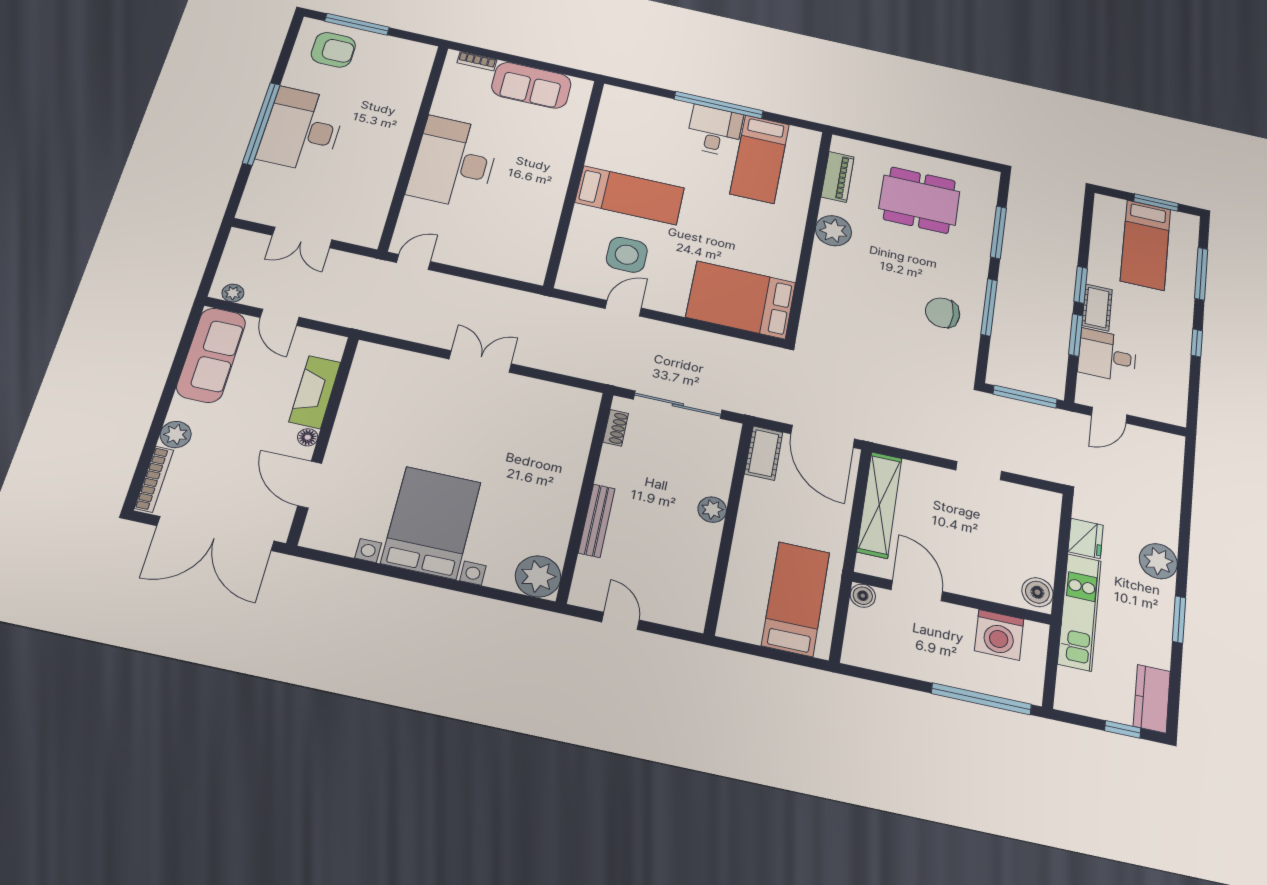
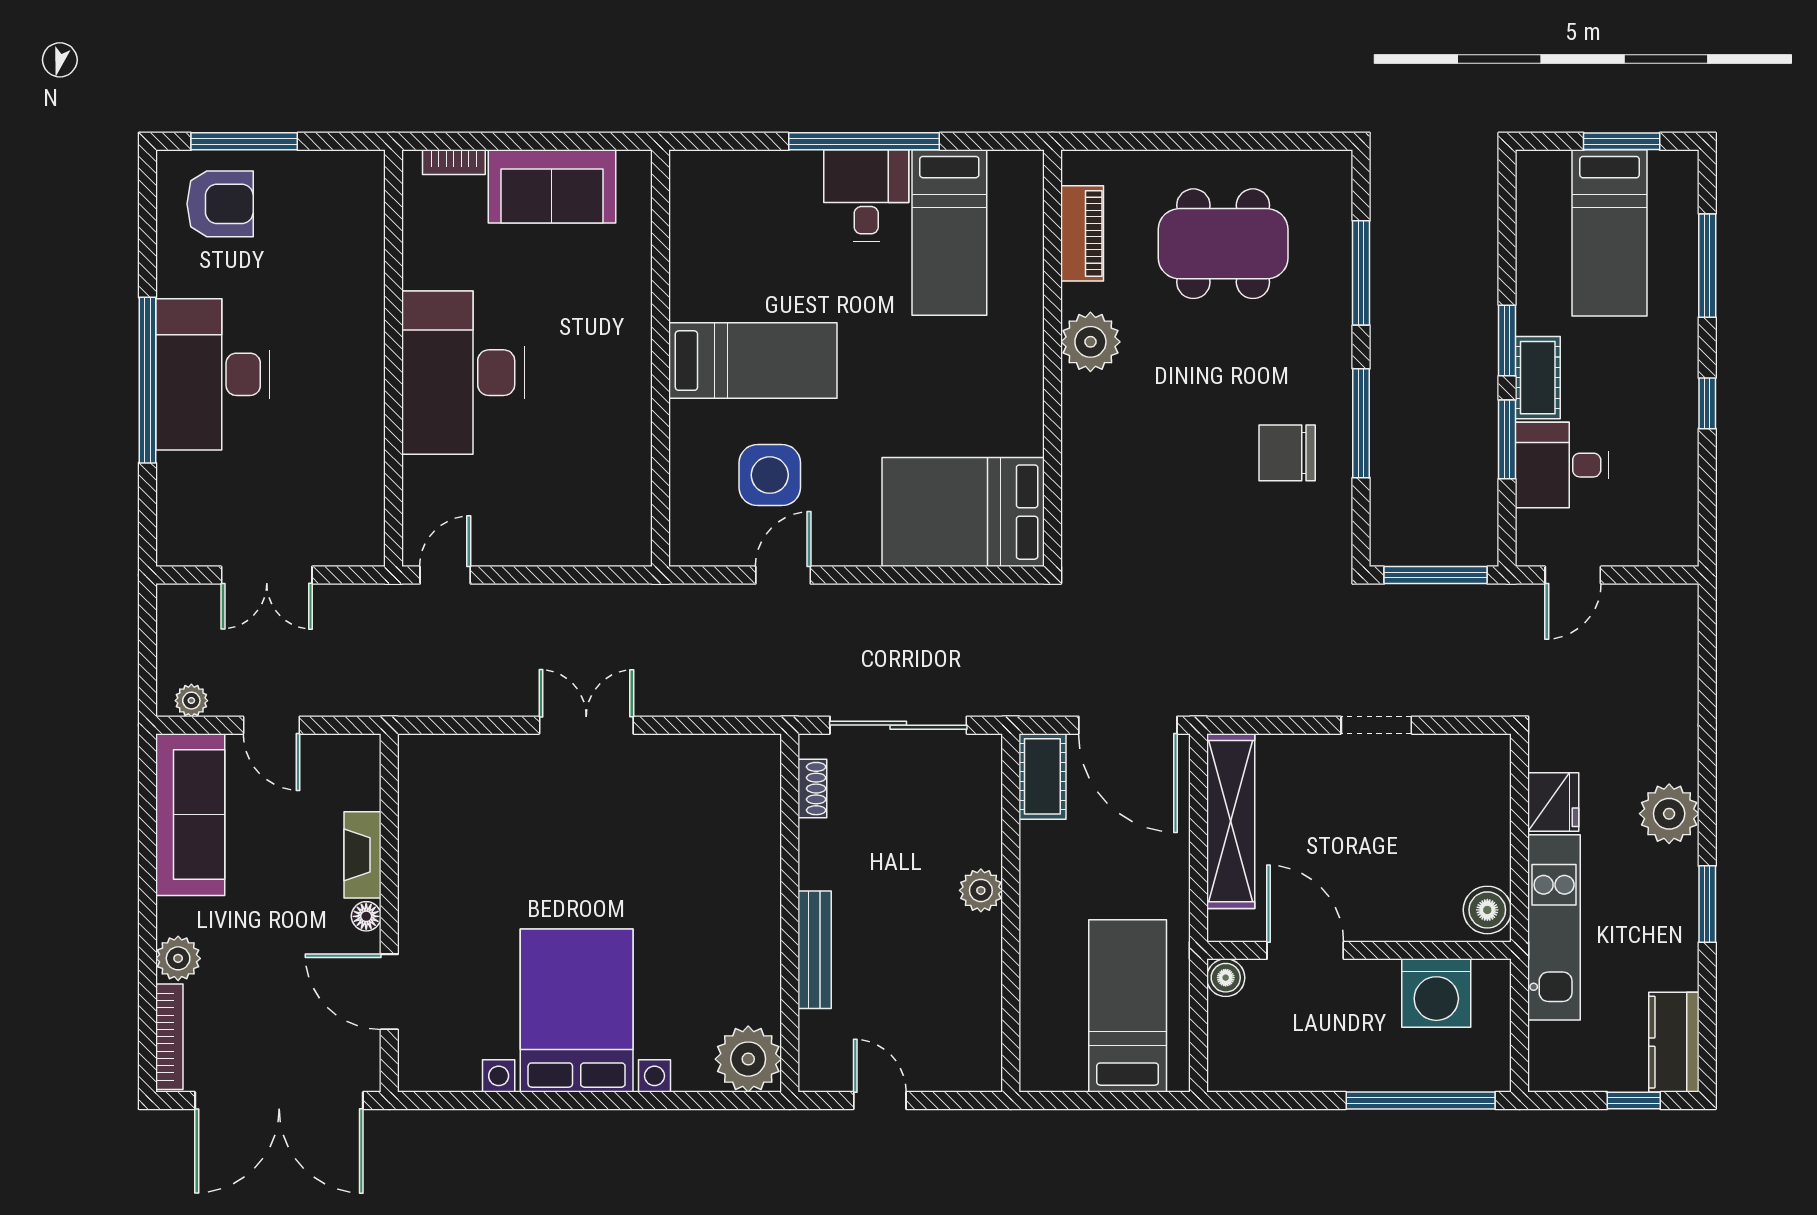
fireplace: (315, 392) -> (362, 855), width x0.73, depth x0.76

